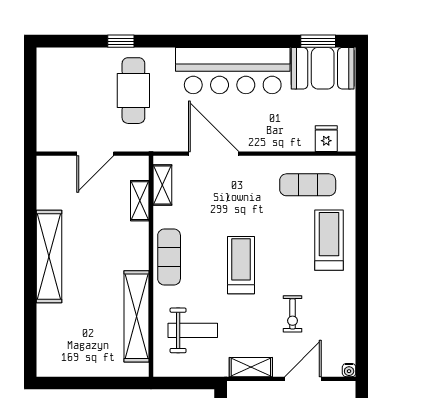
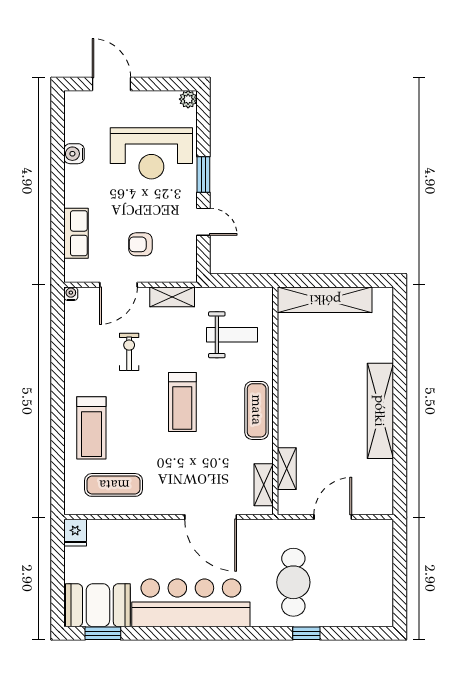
fridge: (326, 139) -> (75, 533), moved
shelving: (136, 316) -> (325, 300), moved, turned 90
weight bench: (193, 330) -> (232, 335), turned 180

